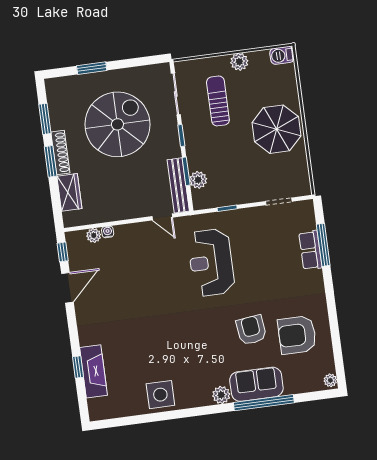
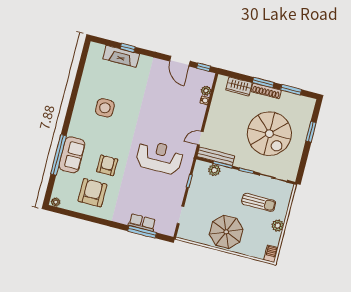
armchair: (251, 330) -> (107, 165), turned -83
side table: (160, 395) -> (105, 108), moved
plant: (221, 395) -> (74, 130), removed

